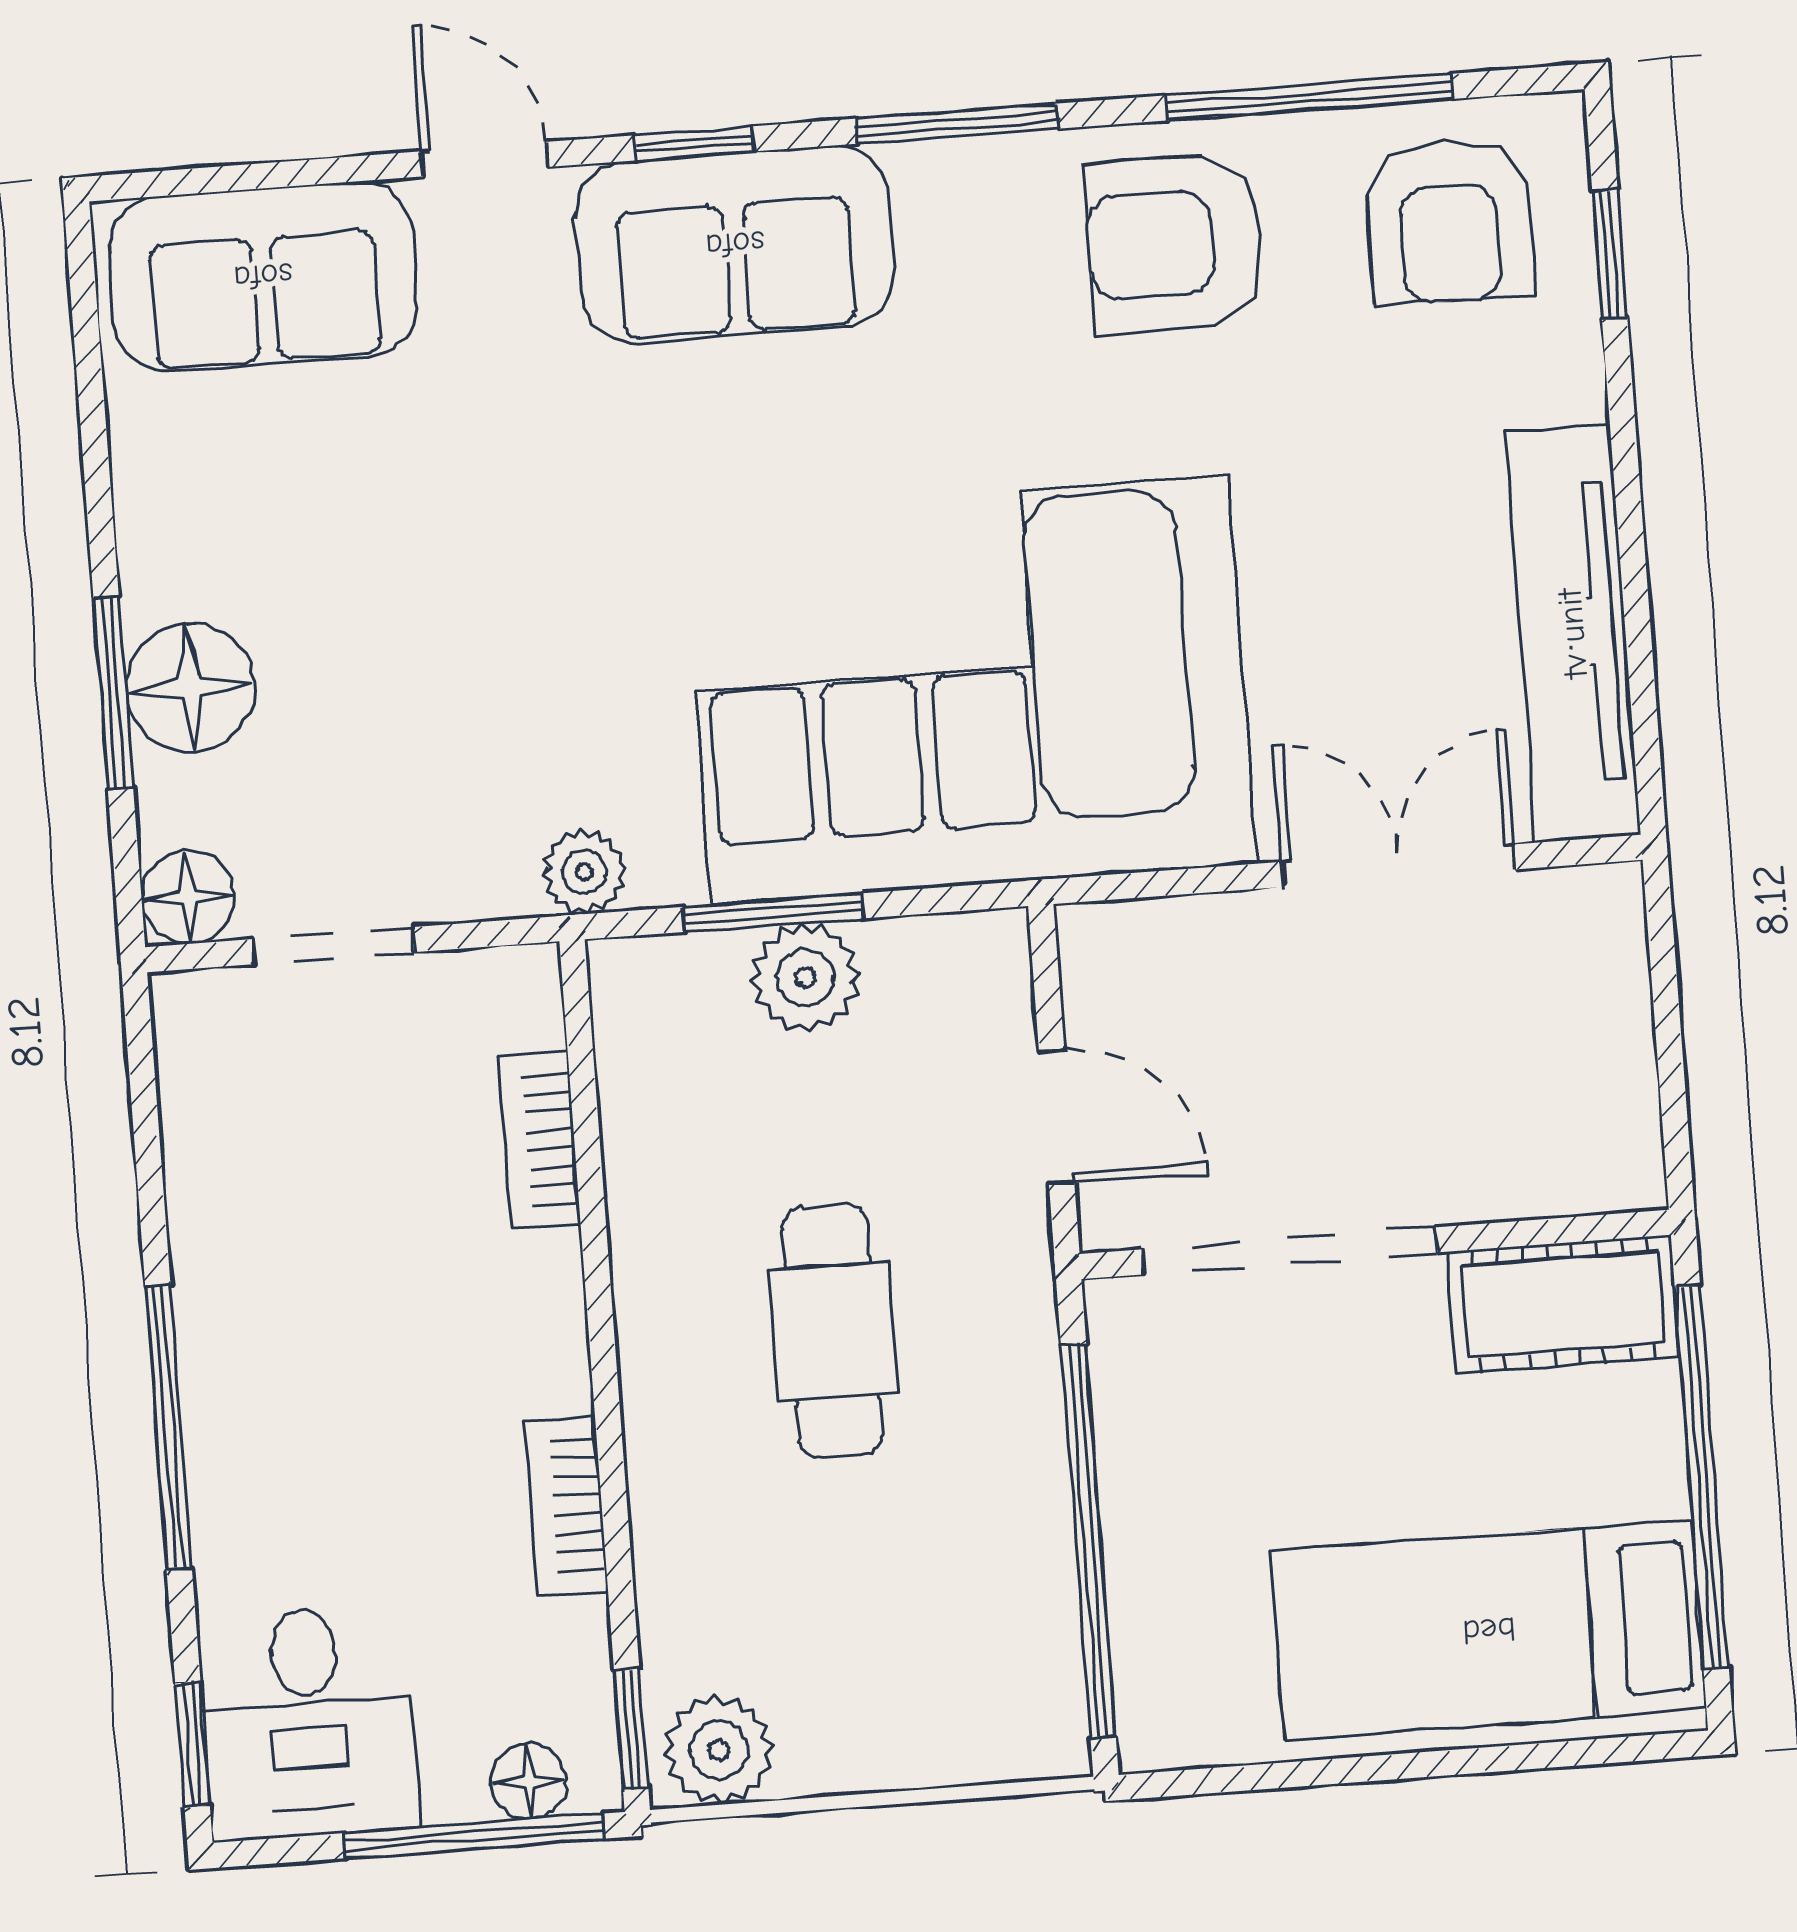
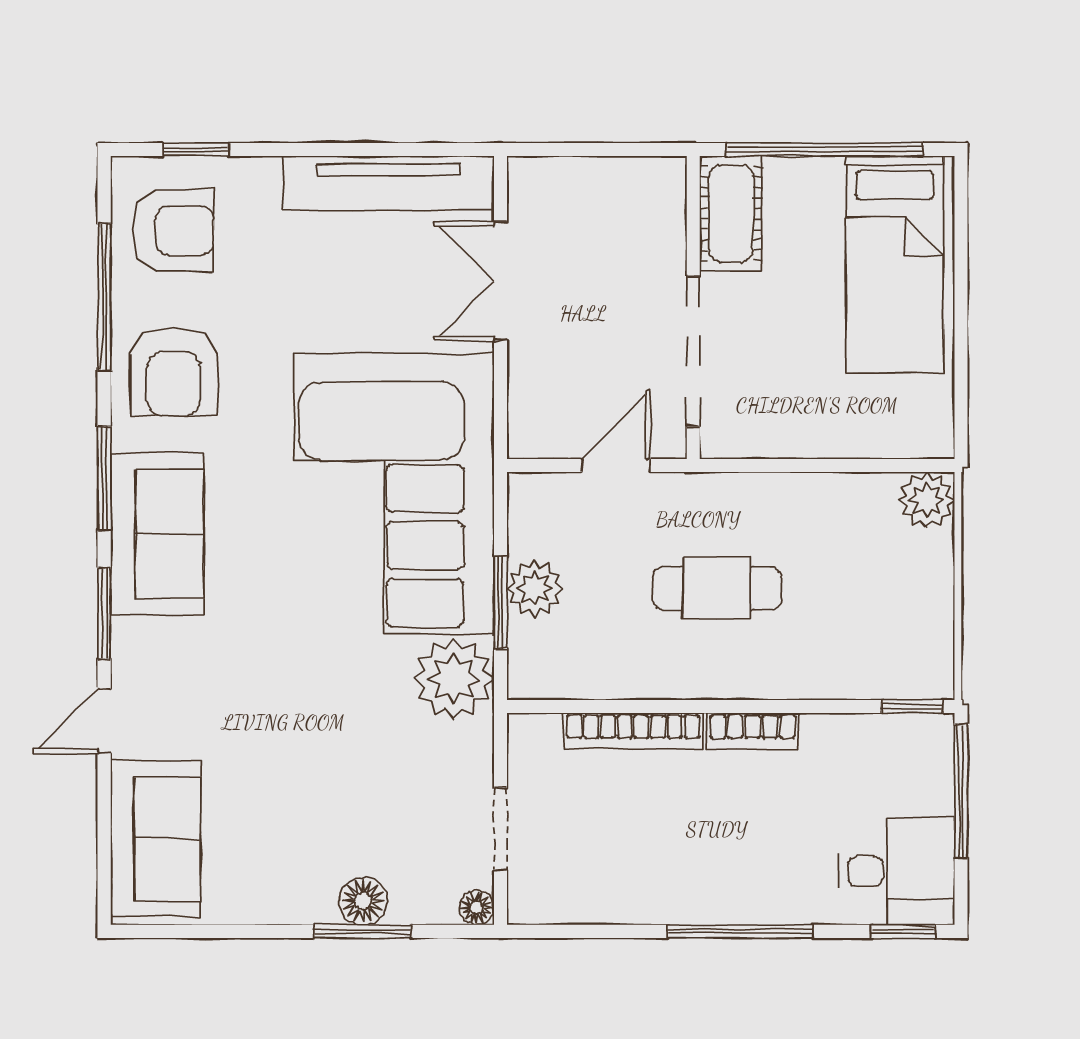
window: (694, 143) -> (104, 613), width x1.50
sofa: (735, 244) -> (157, 534), moved
floor lamp: (190, 687) -> (363, 901), width x0.73, depth x0.73
plant: (584, 872) -> (454, 679), width x1.88, depth x1.88
floor lamp: (188, 897) -> (477, 908), width x0.73, depth x0.73
bookcase: (539, 1140) -> (633, 731), width x1.56
bookcase: (566, 1506) -> (752, 731), moved
window: (1088, 1541) -> (834, 466), removed
plant: (719, 1750) -> (926, 500), moved
floor lamp: (529, 1781) -> (935, 761), removed

